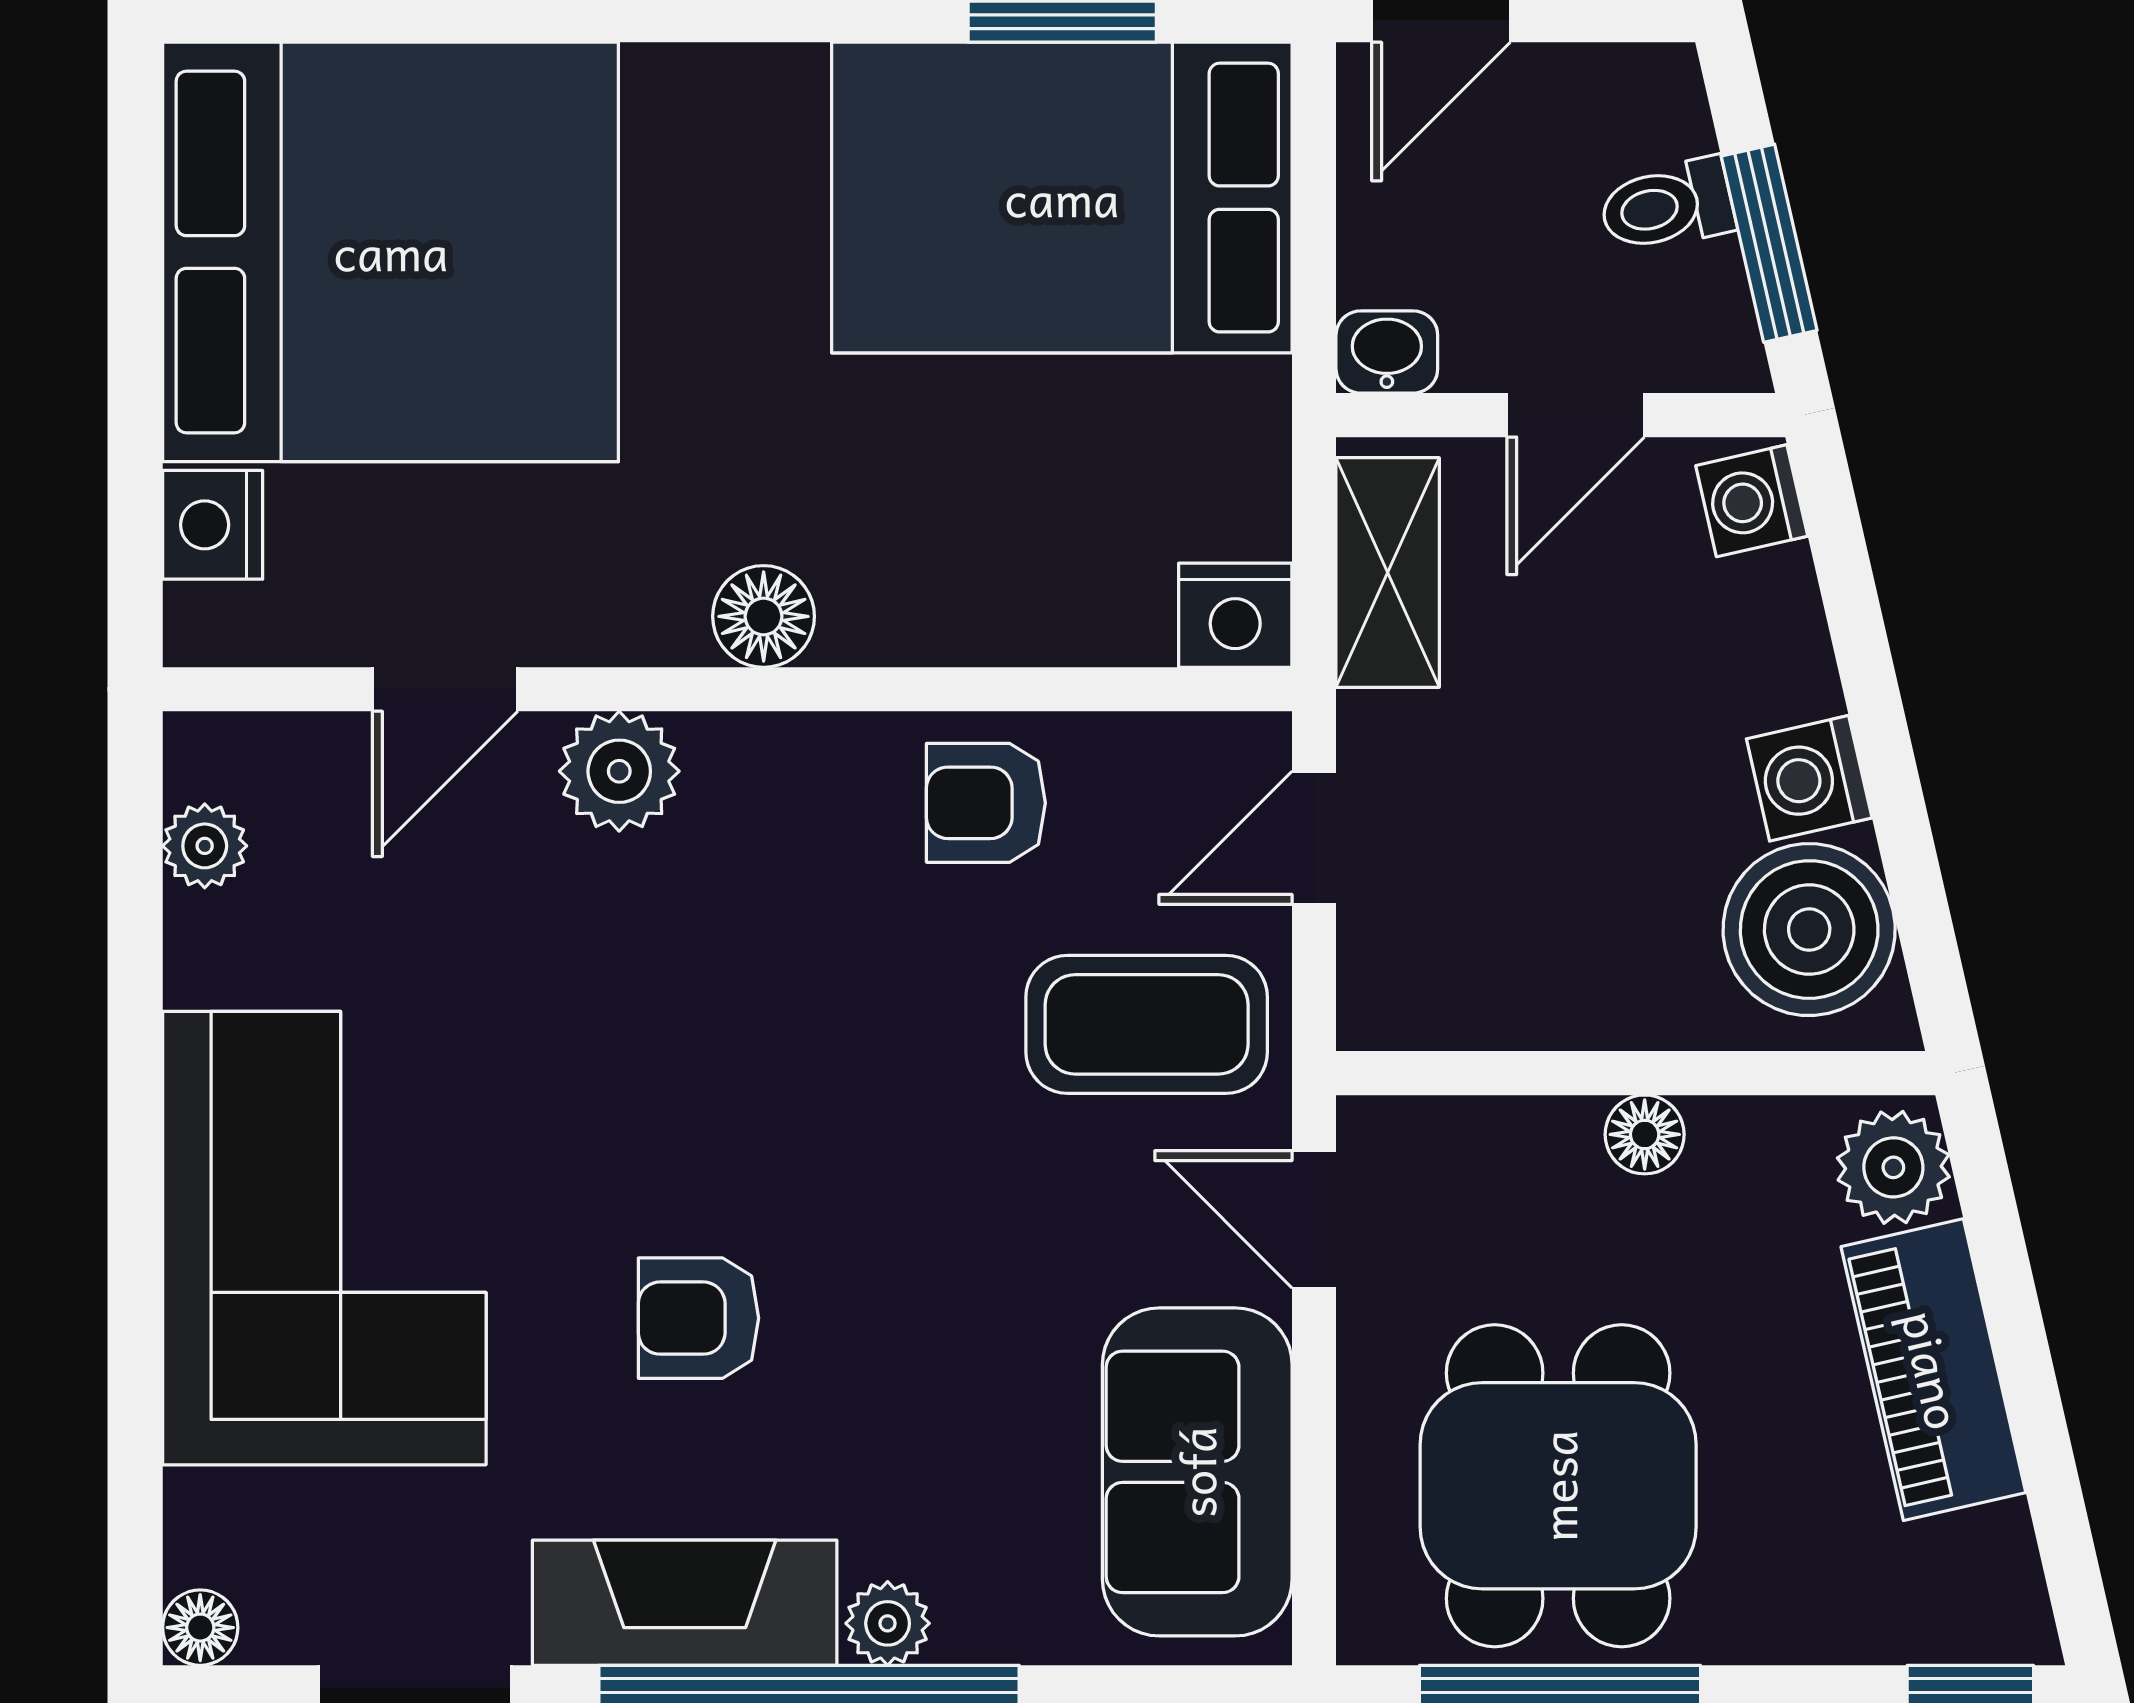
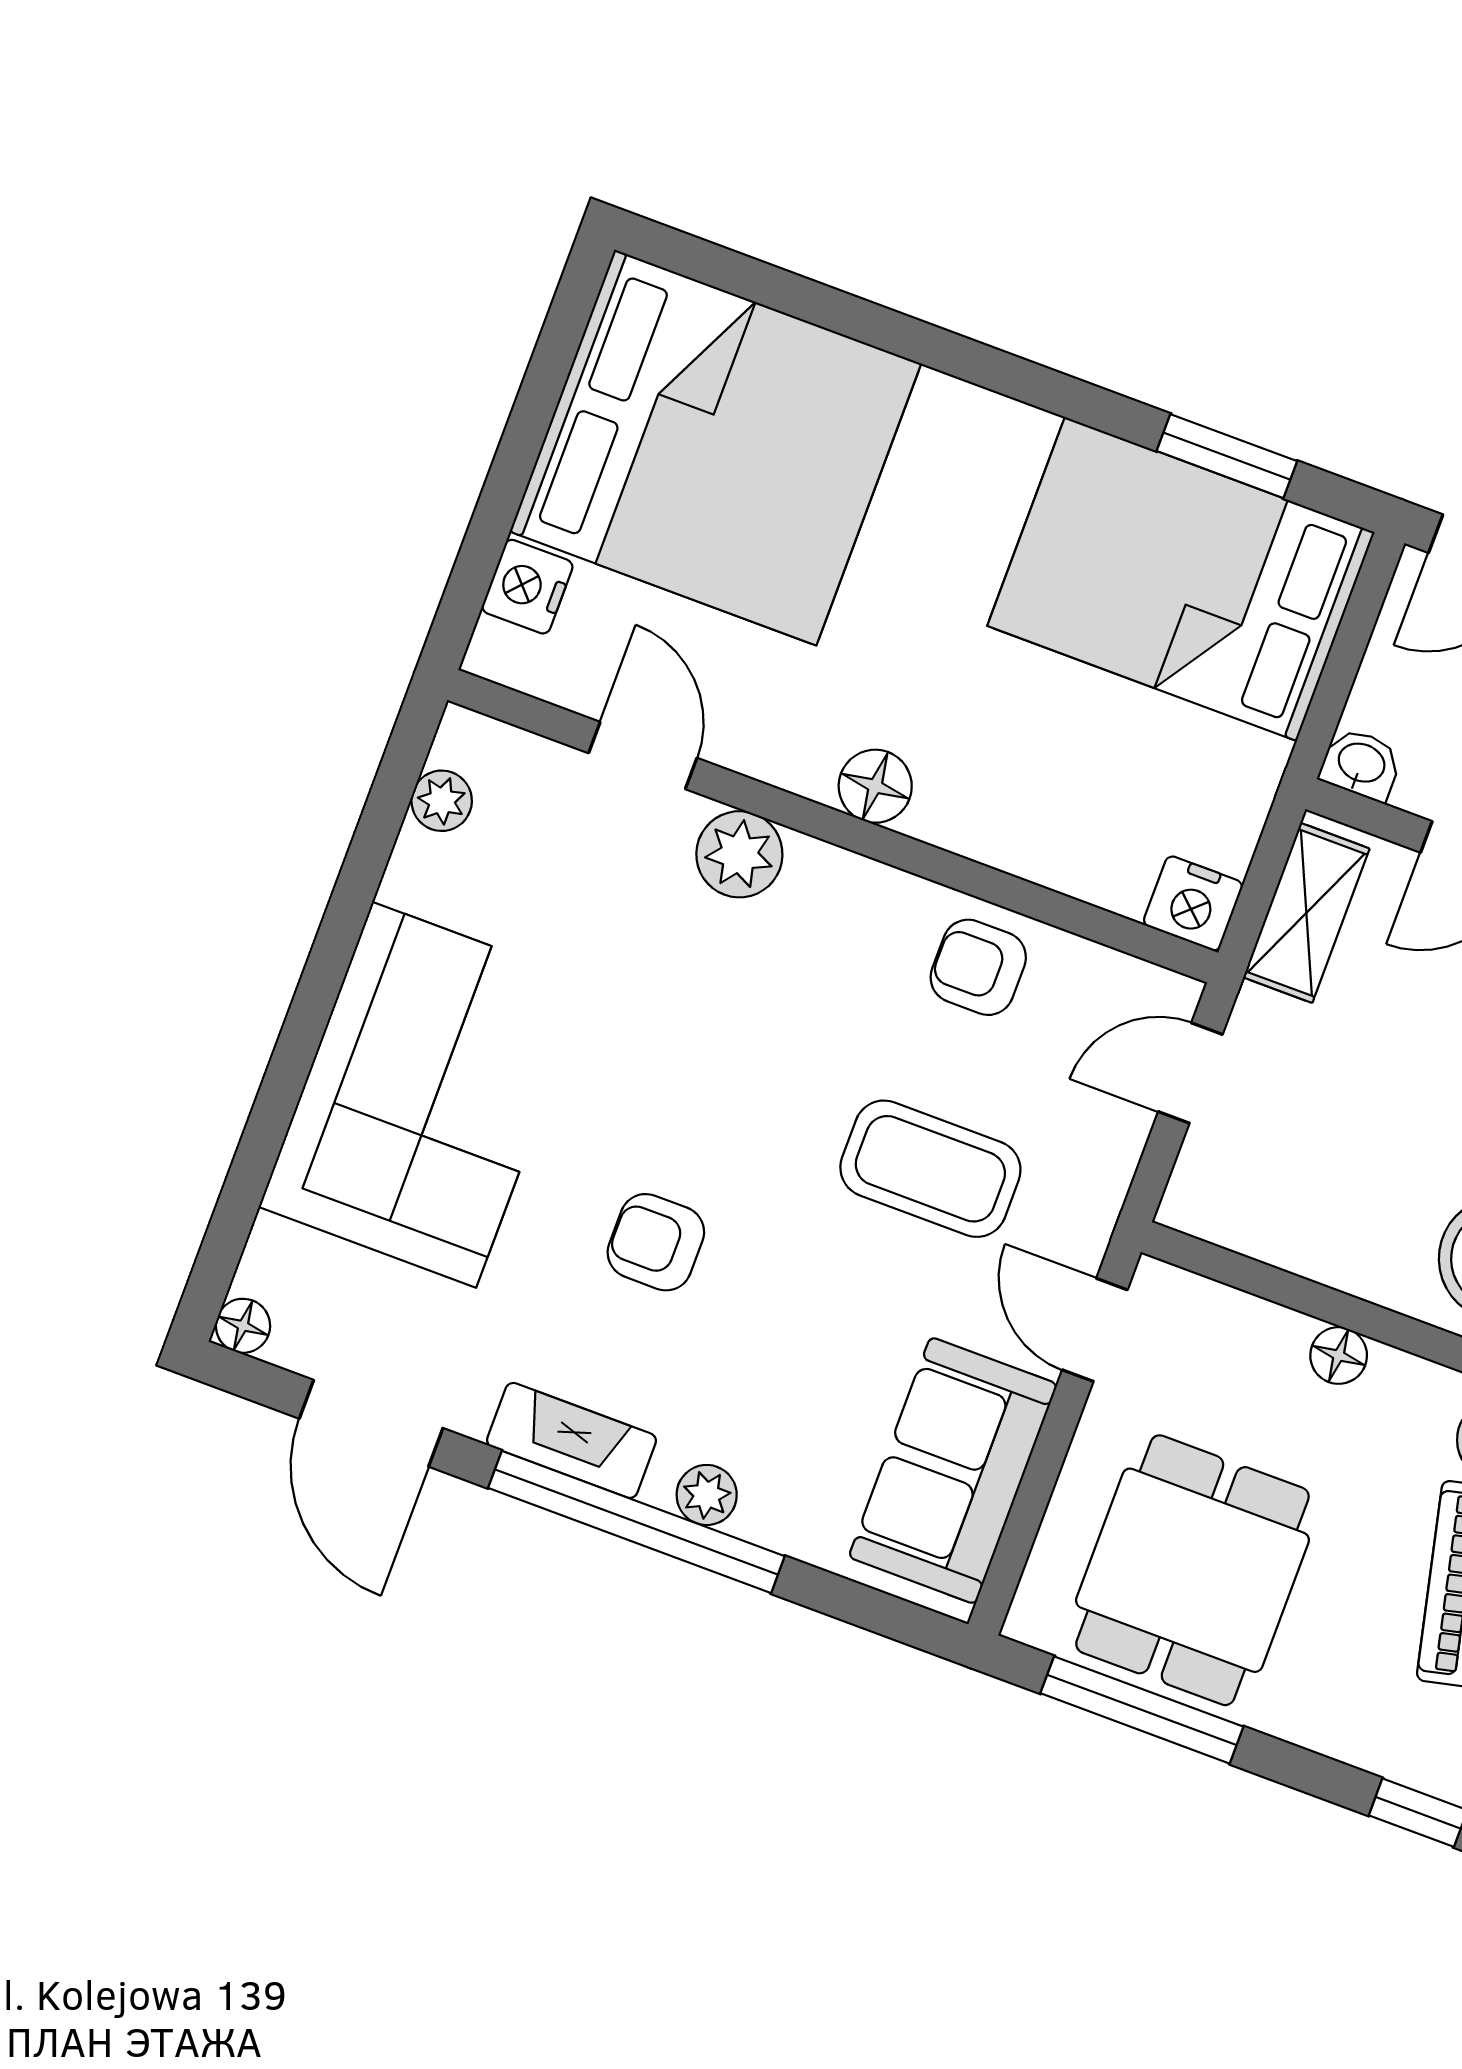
door: (445, 689) -> (643, 756), swing flipped
coffee table: (1147, 1024) -> (930, 1169), moved
fireplace: (685, 1603) -> (571, 1440), width x0.73, depth x0.76

